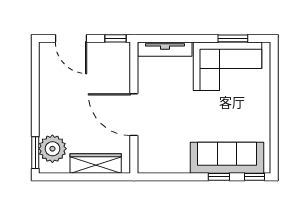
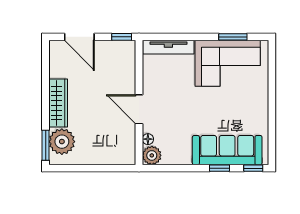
door: (134, 115) -> (139, 109), width x0.73
floor lamp: (143, 146) -> (148, 139), added
plant: (147, 163) -> (152, 155), added
wardrobe: (96, 164) -> (58, 103), moved, turned 90

